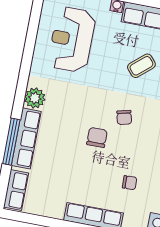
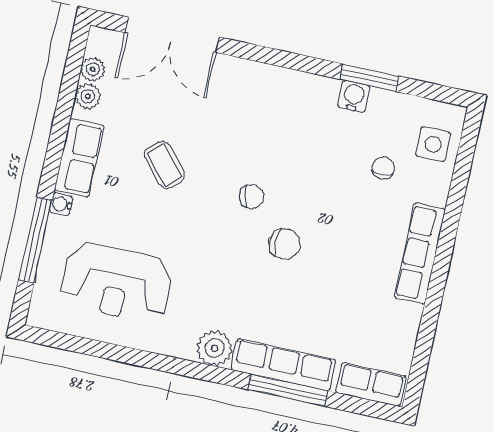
chair: (97, 137) -> (285, 244), turned 180
chair: (130, 183) -> (383, 168), moved

